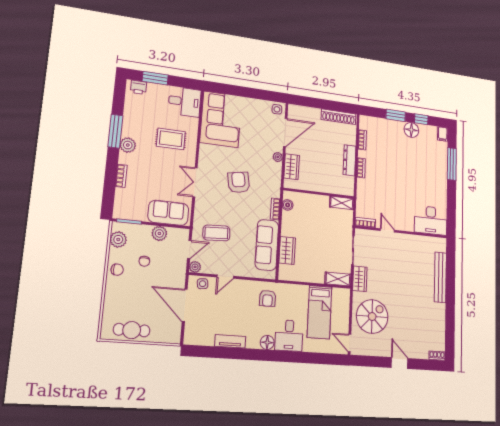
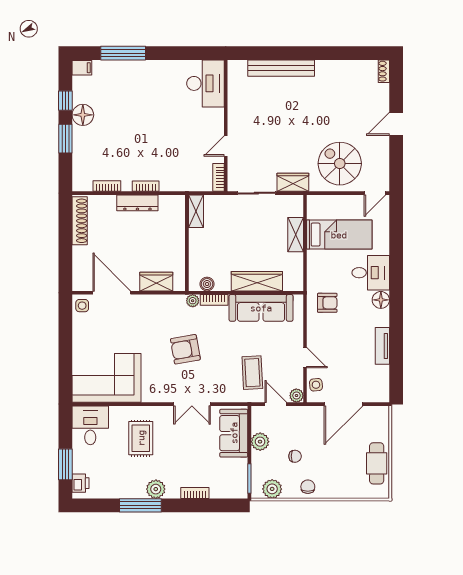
plant: (278, 157) -> (193, 301), moved
wardrobe: (287, 250) -> (257, 281), width x1.50
shelving: (338, 279) -> (296, 235), moved

